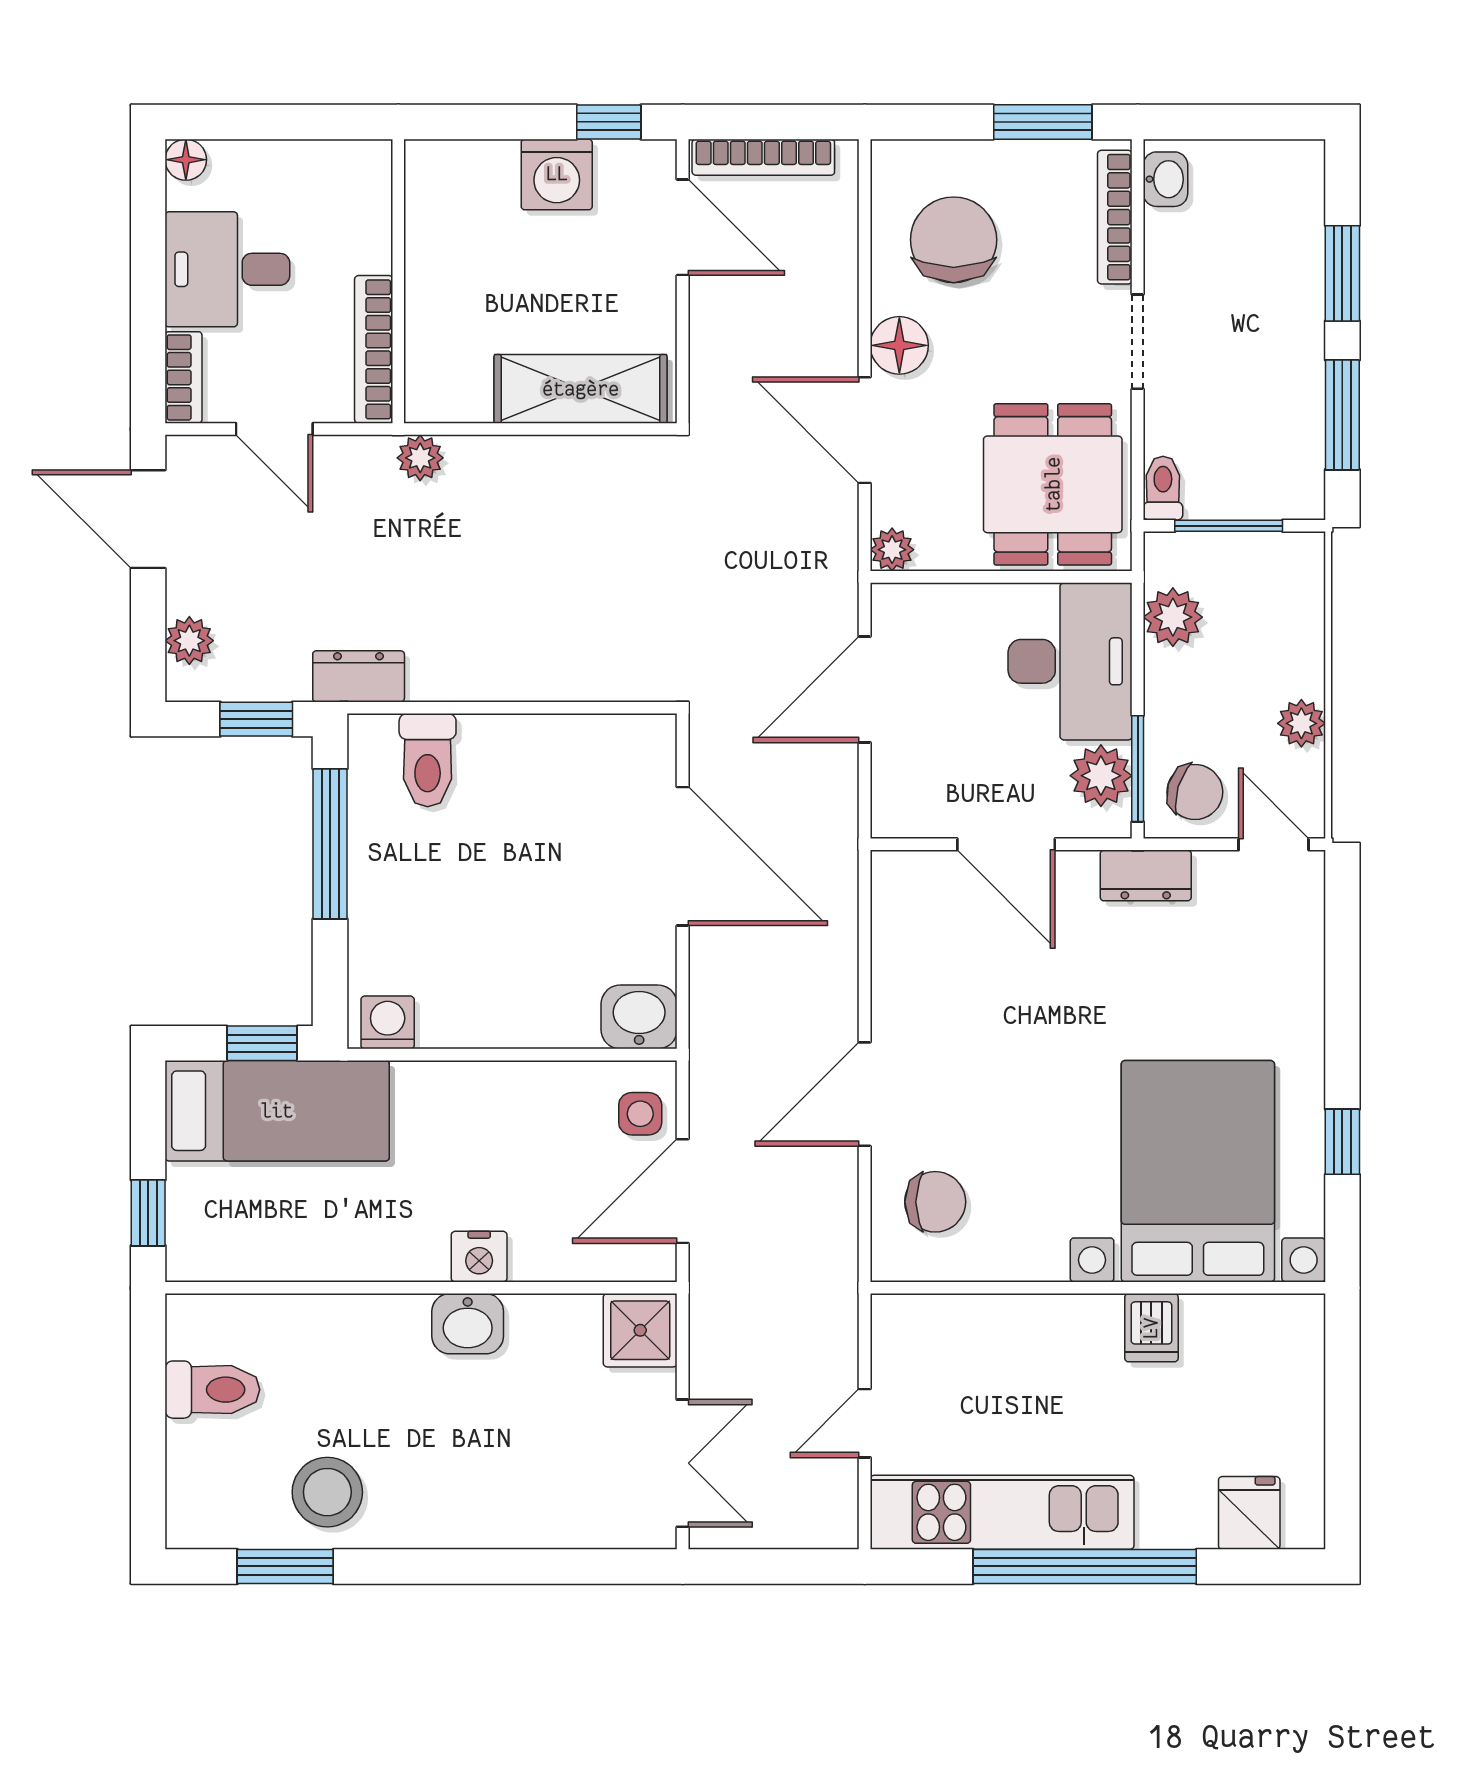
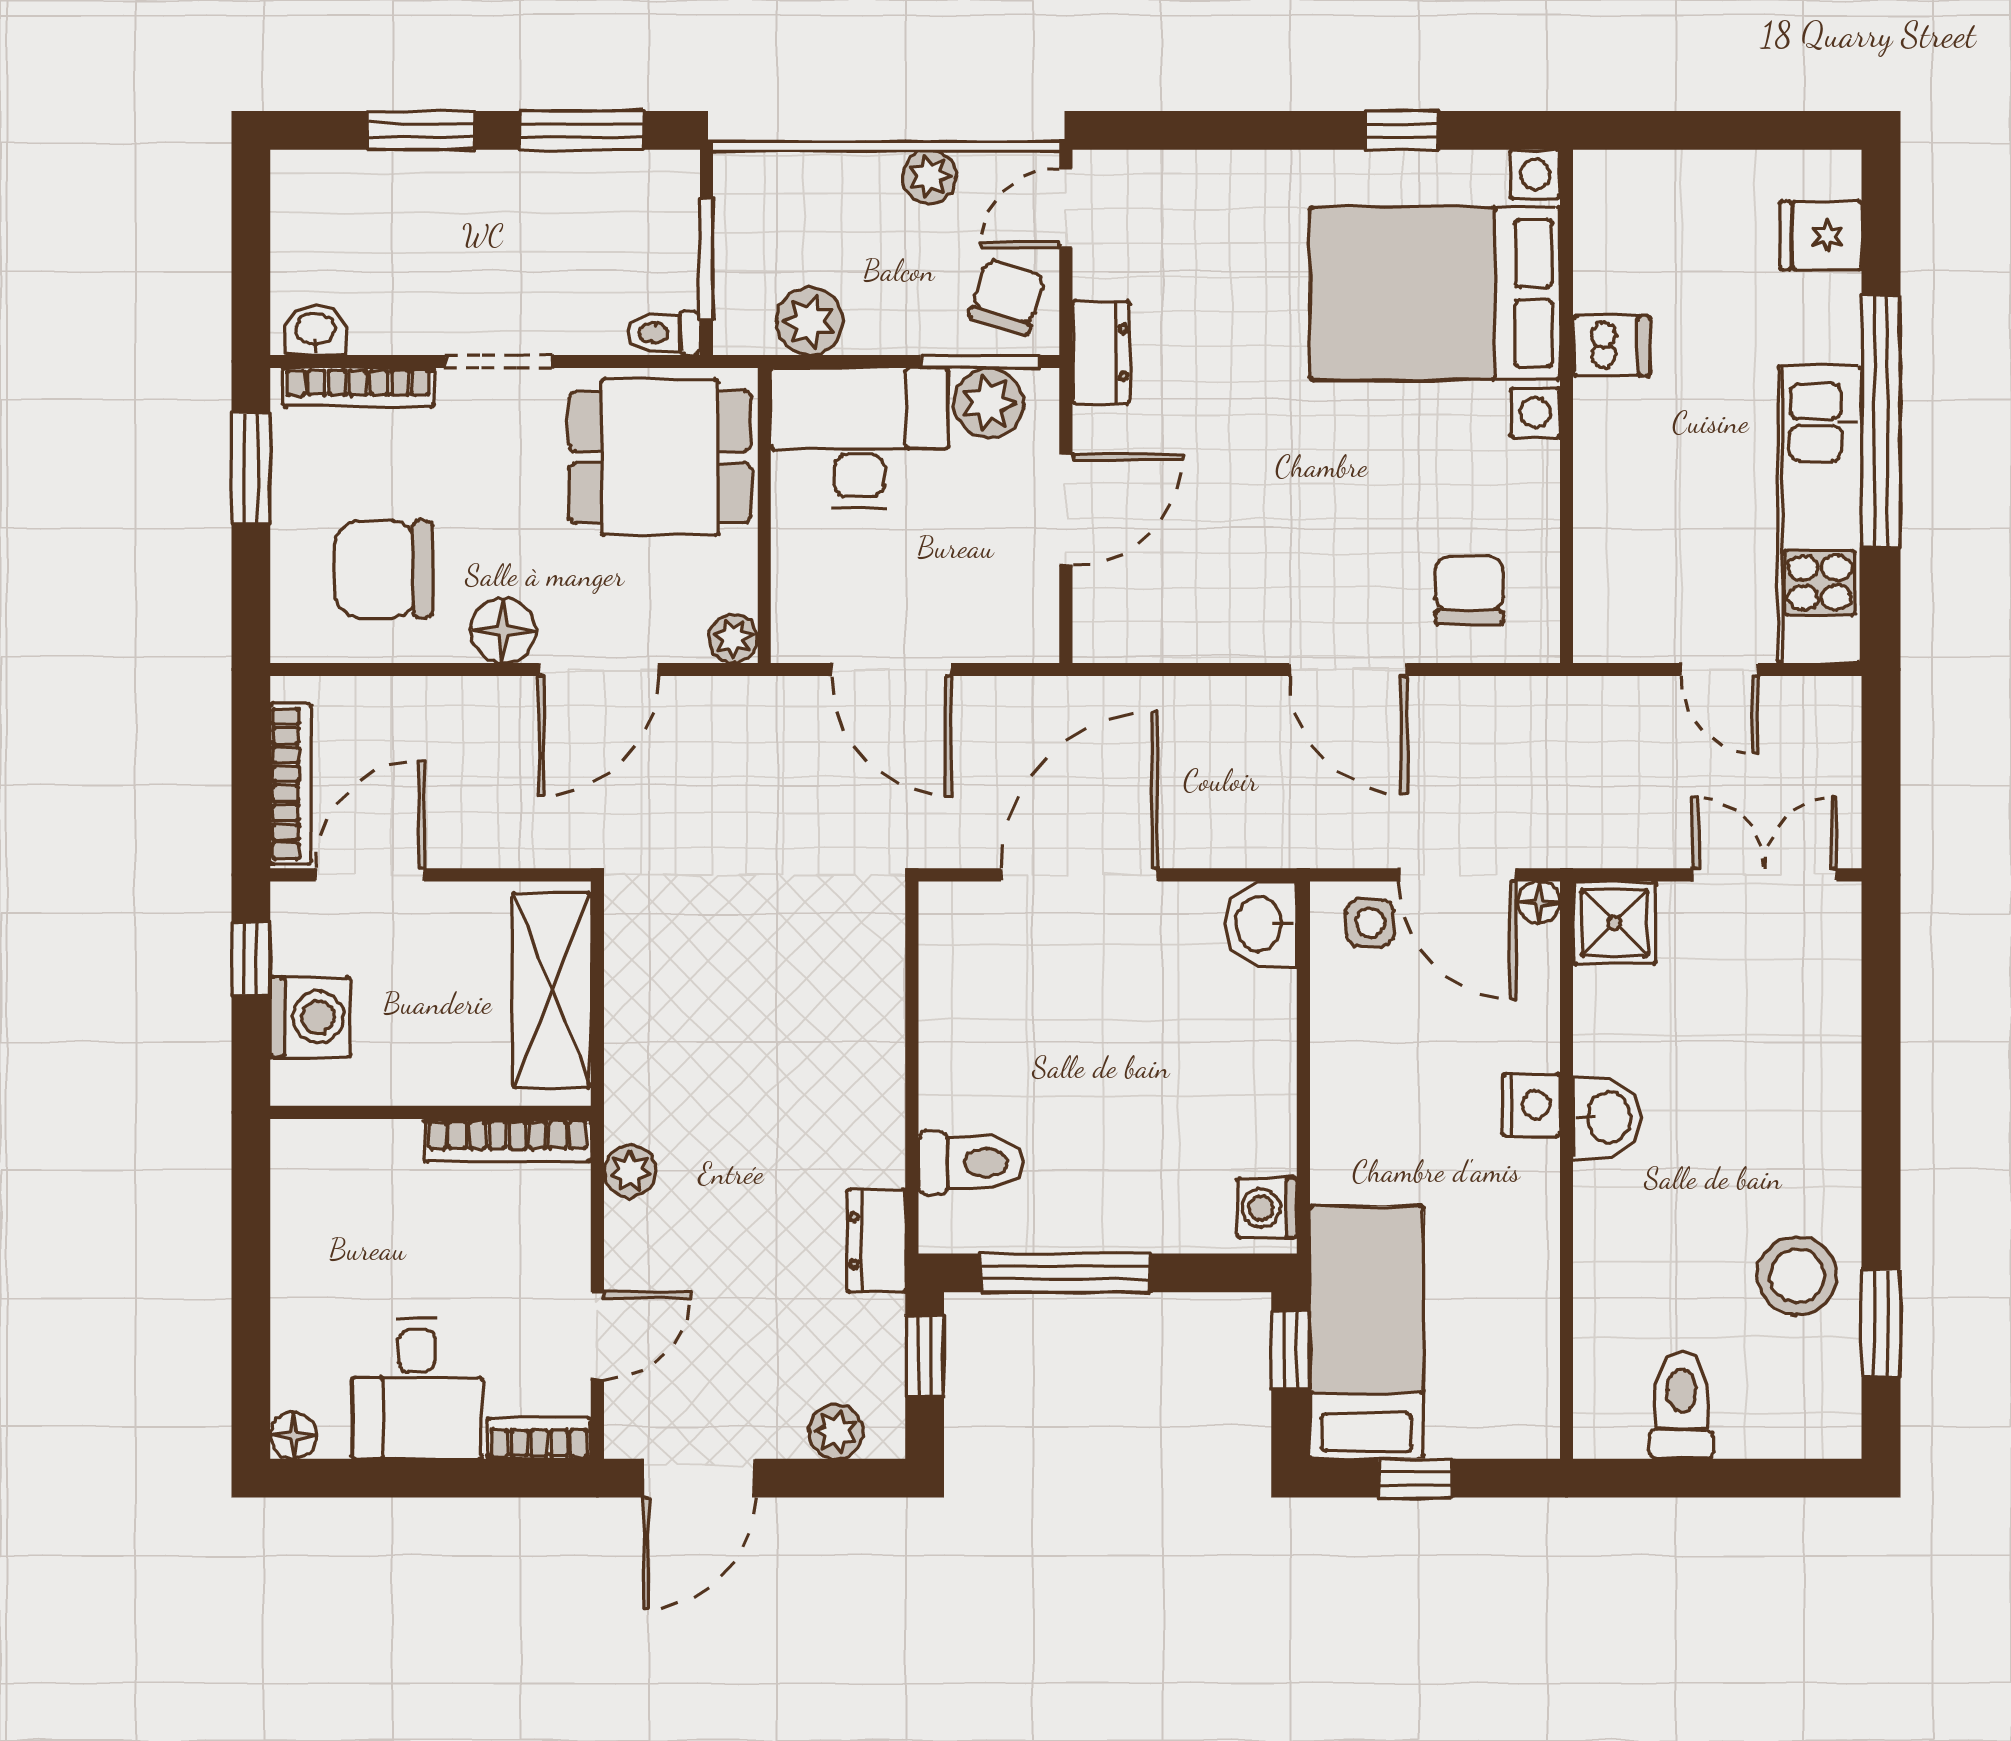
wall: (398, 281) -> (431, 1112), moved
bookcase: (374, 349) -> (508, 1140), moved
window: (148, 1213) -> (1416, 1478), moved
floor lamp: (658, 1263) -> (1539, 902), added

